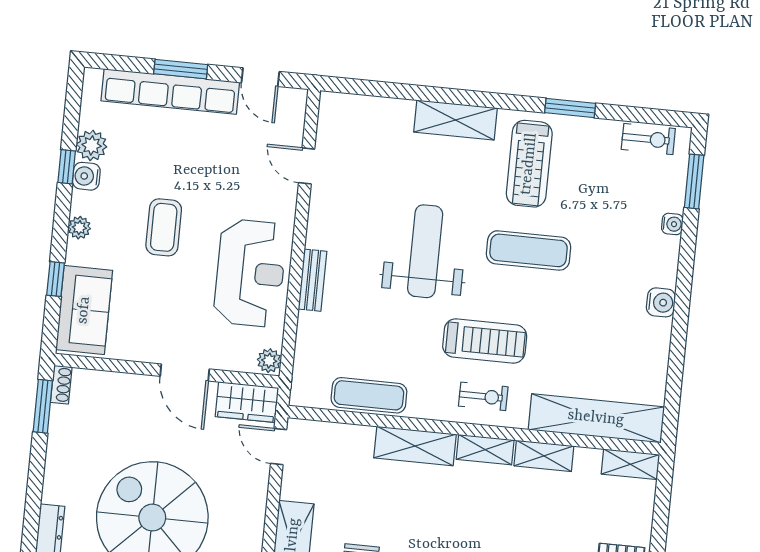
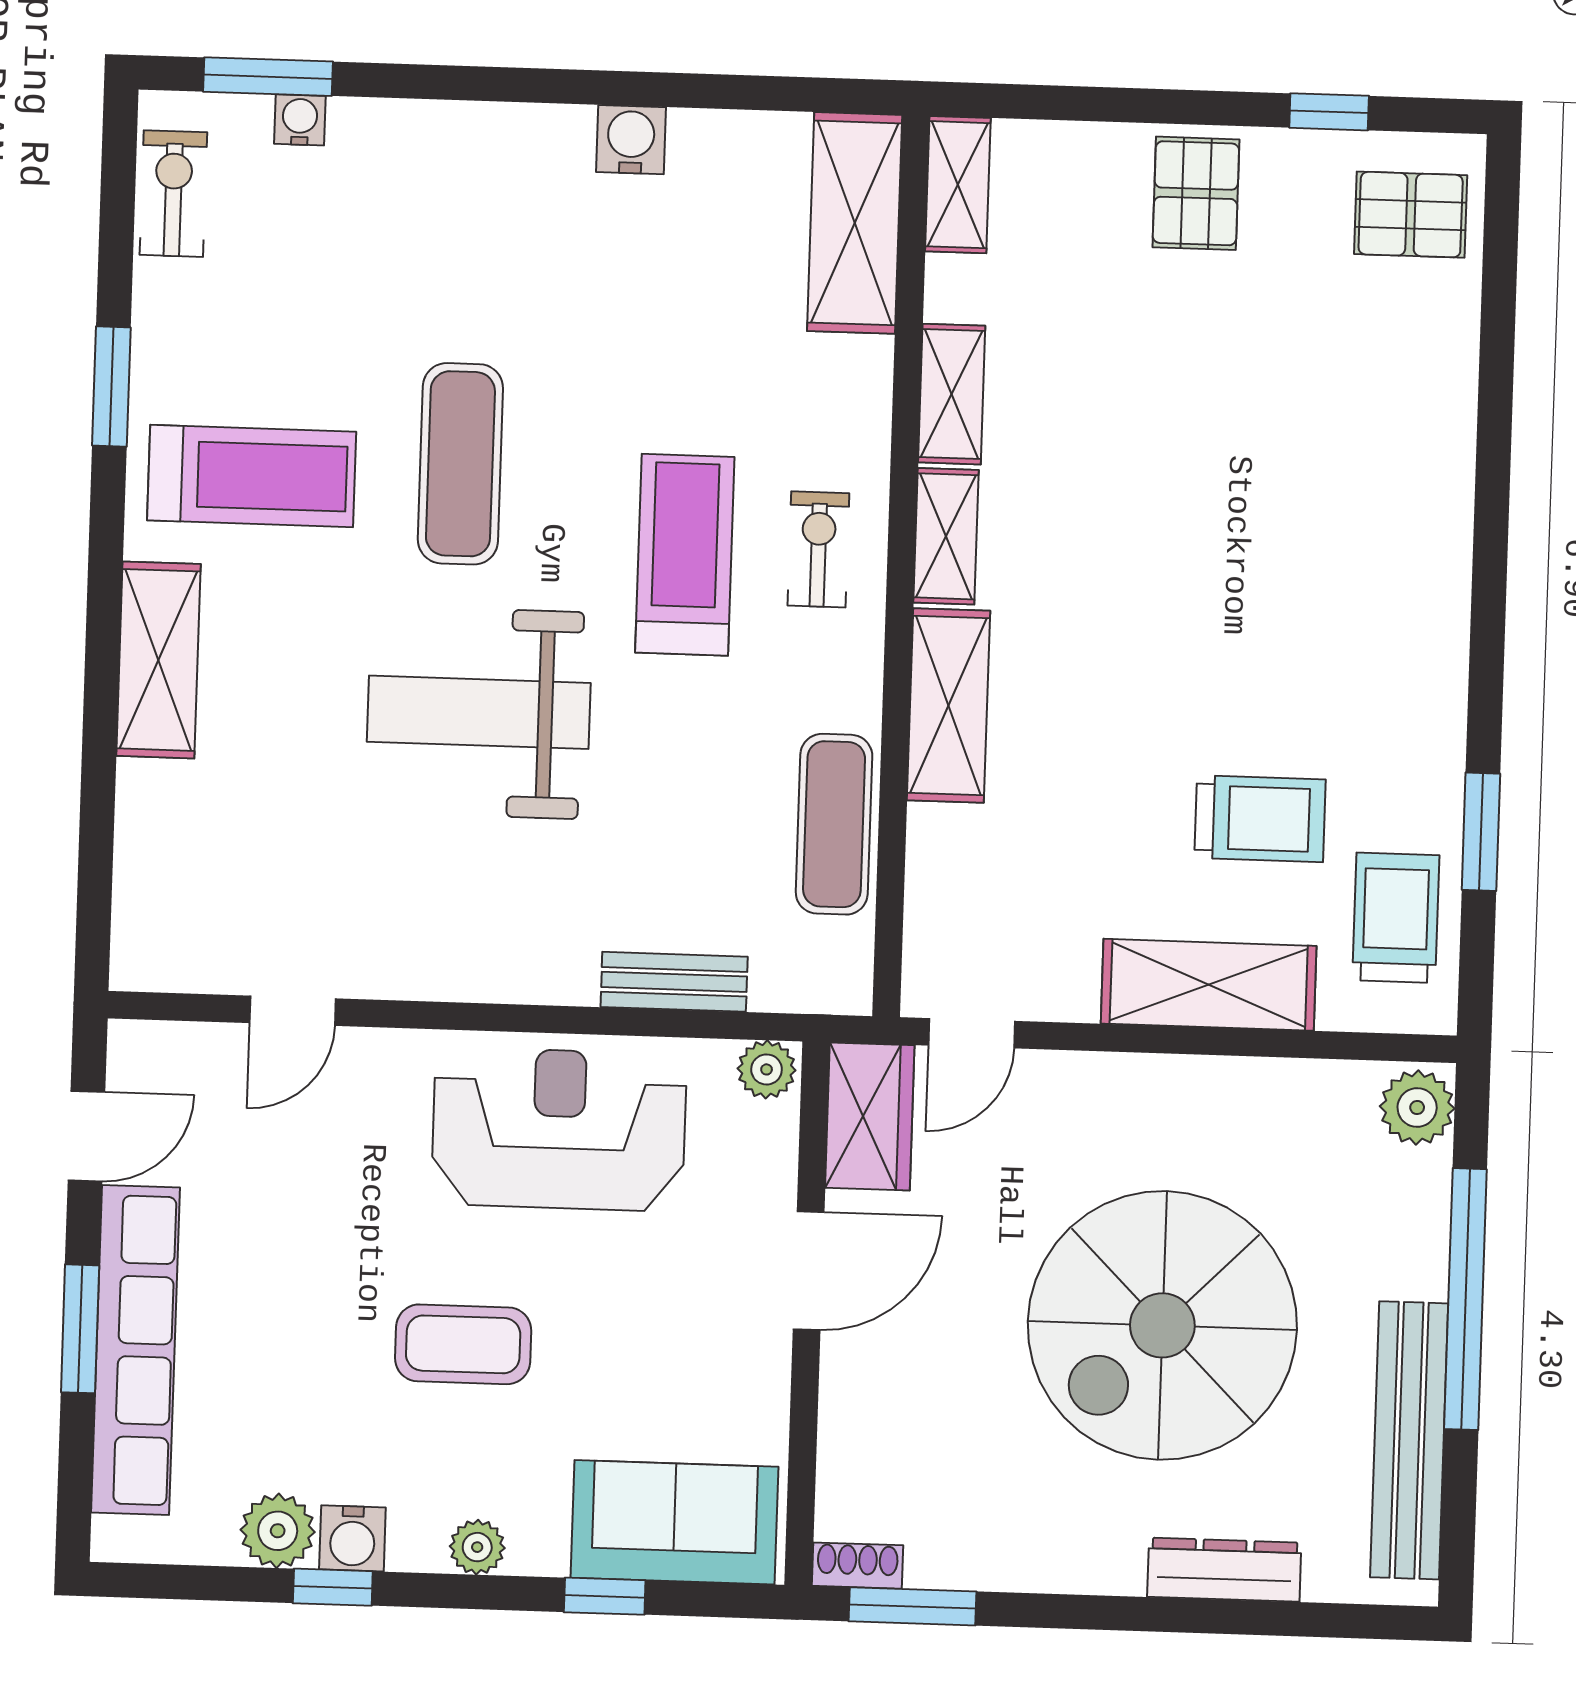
water cooler: (672, 224) -> (300, 120), moved
bench: (312, 280) -> (674, 982), moved
water cooler: (661, 302) -> (631, 140), moved
shelving: (596, 418) -> (855, 223), width x0.68

